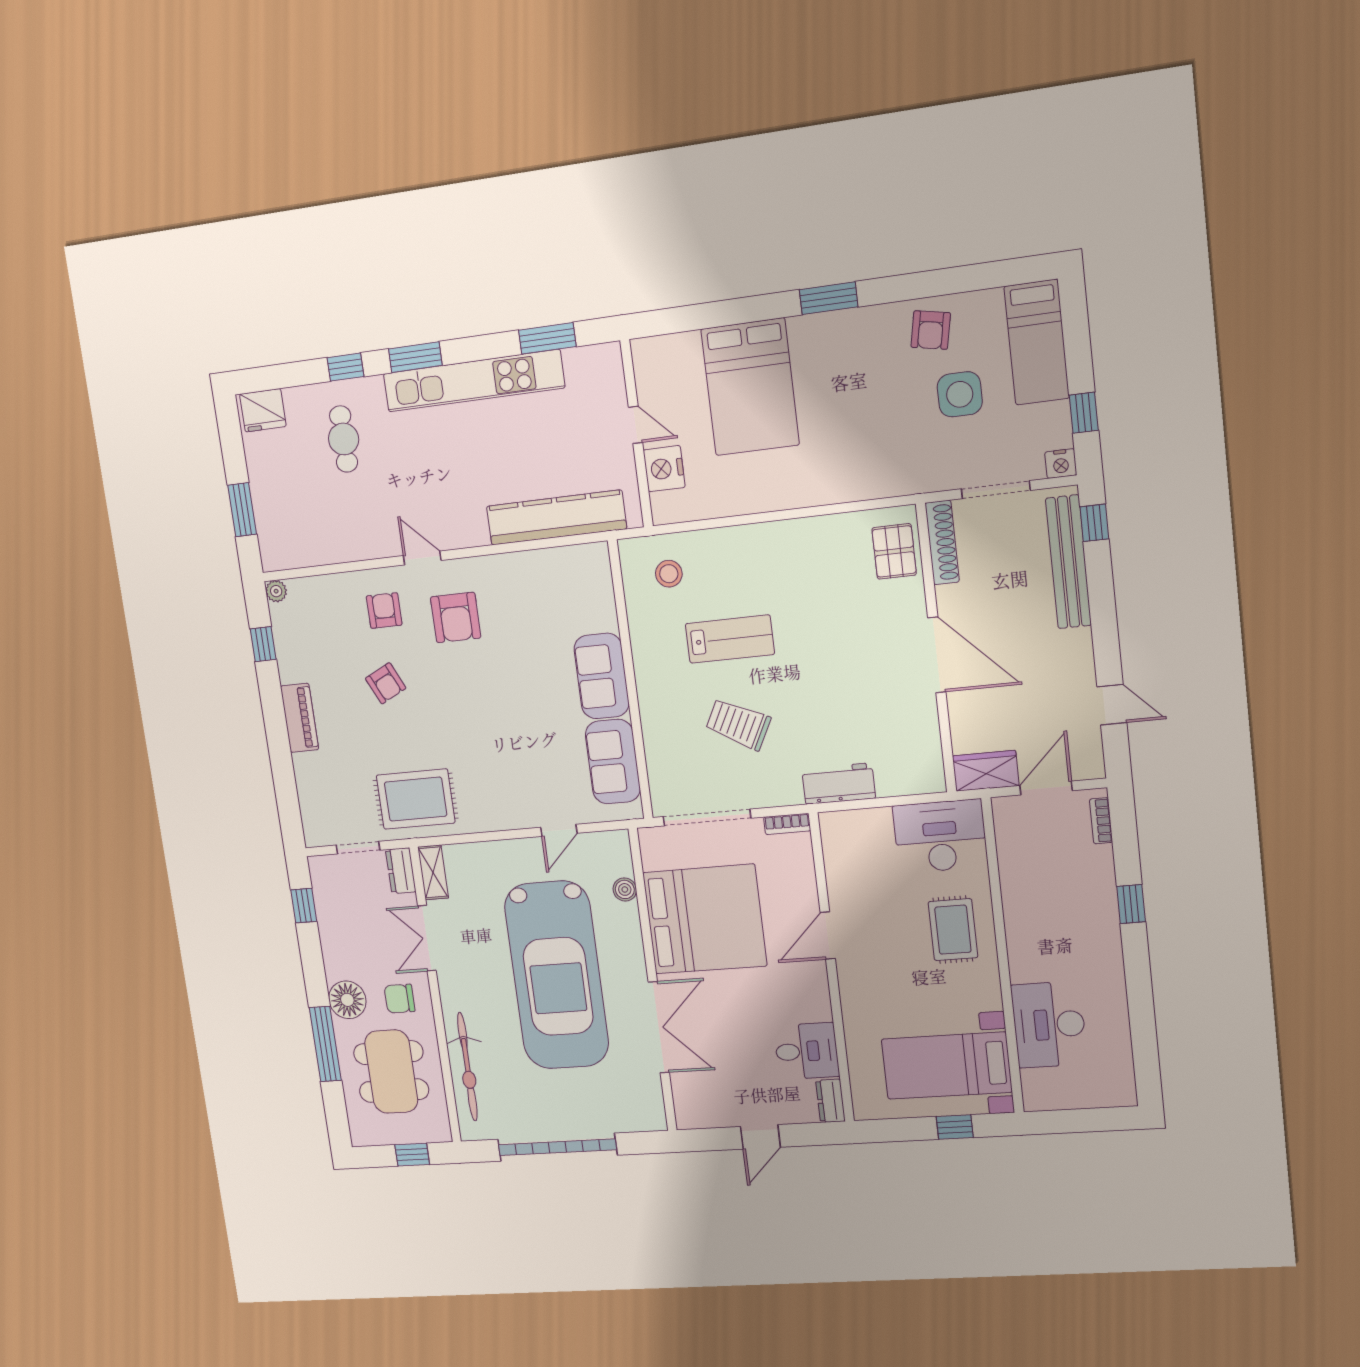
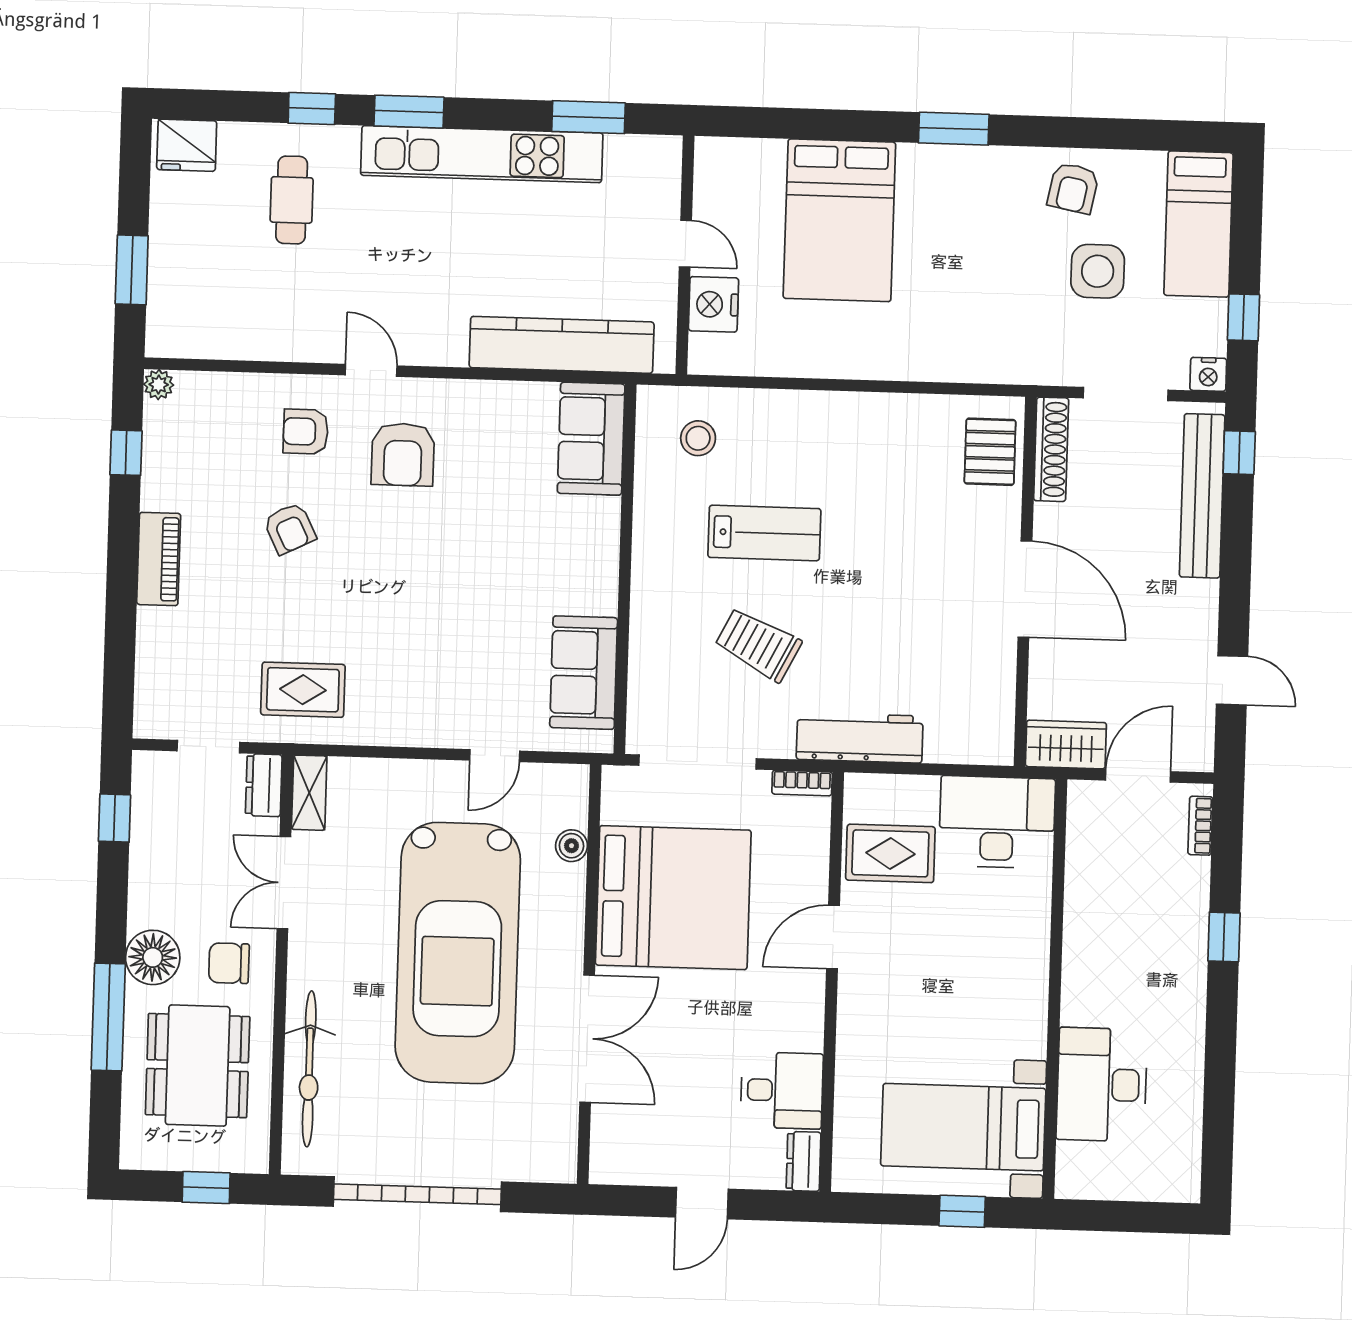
armchair: (384, 611) -> (306, 432), turned -90
sofa: (602, 676) -> (591, 439), moved
workbench: (839, 784) -> (860, 738), width x1.38
rug: (416, 799) -> (303, 690), width x0.73, depth x0.70
rug: (953, 930) -> (890, 853), moved, turned 90

